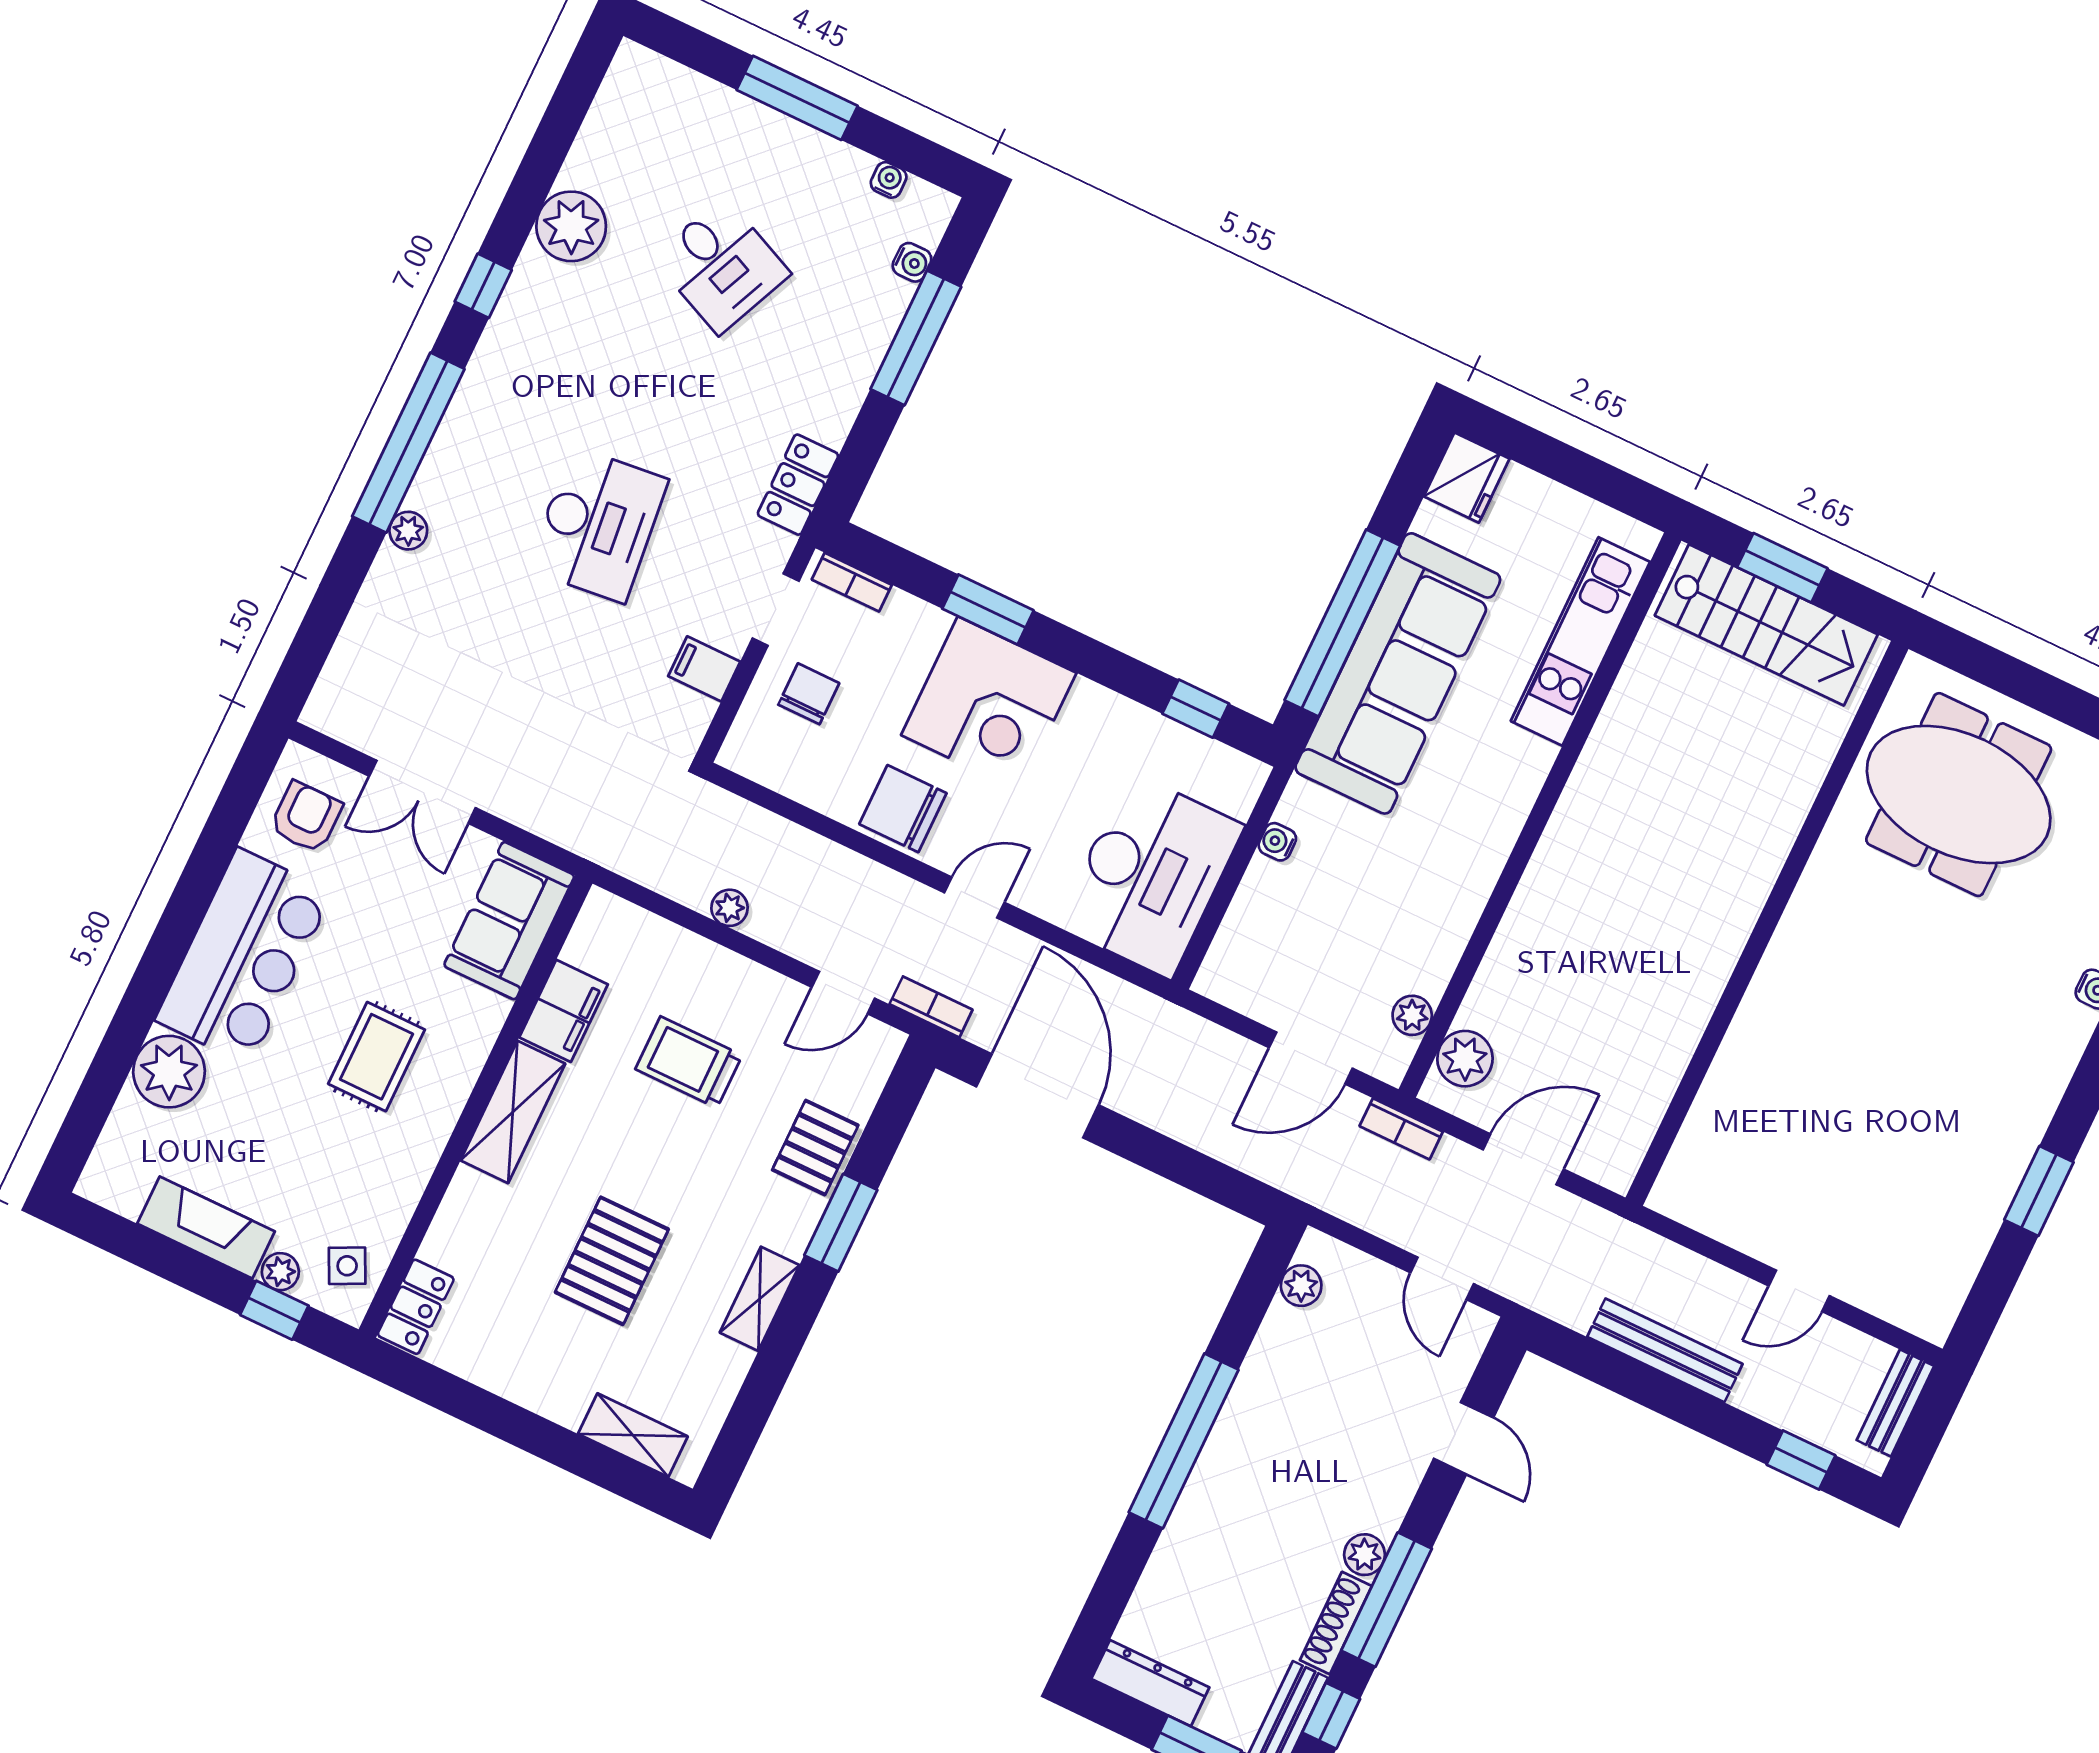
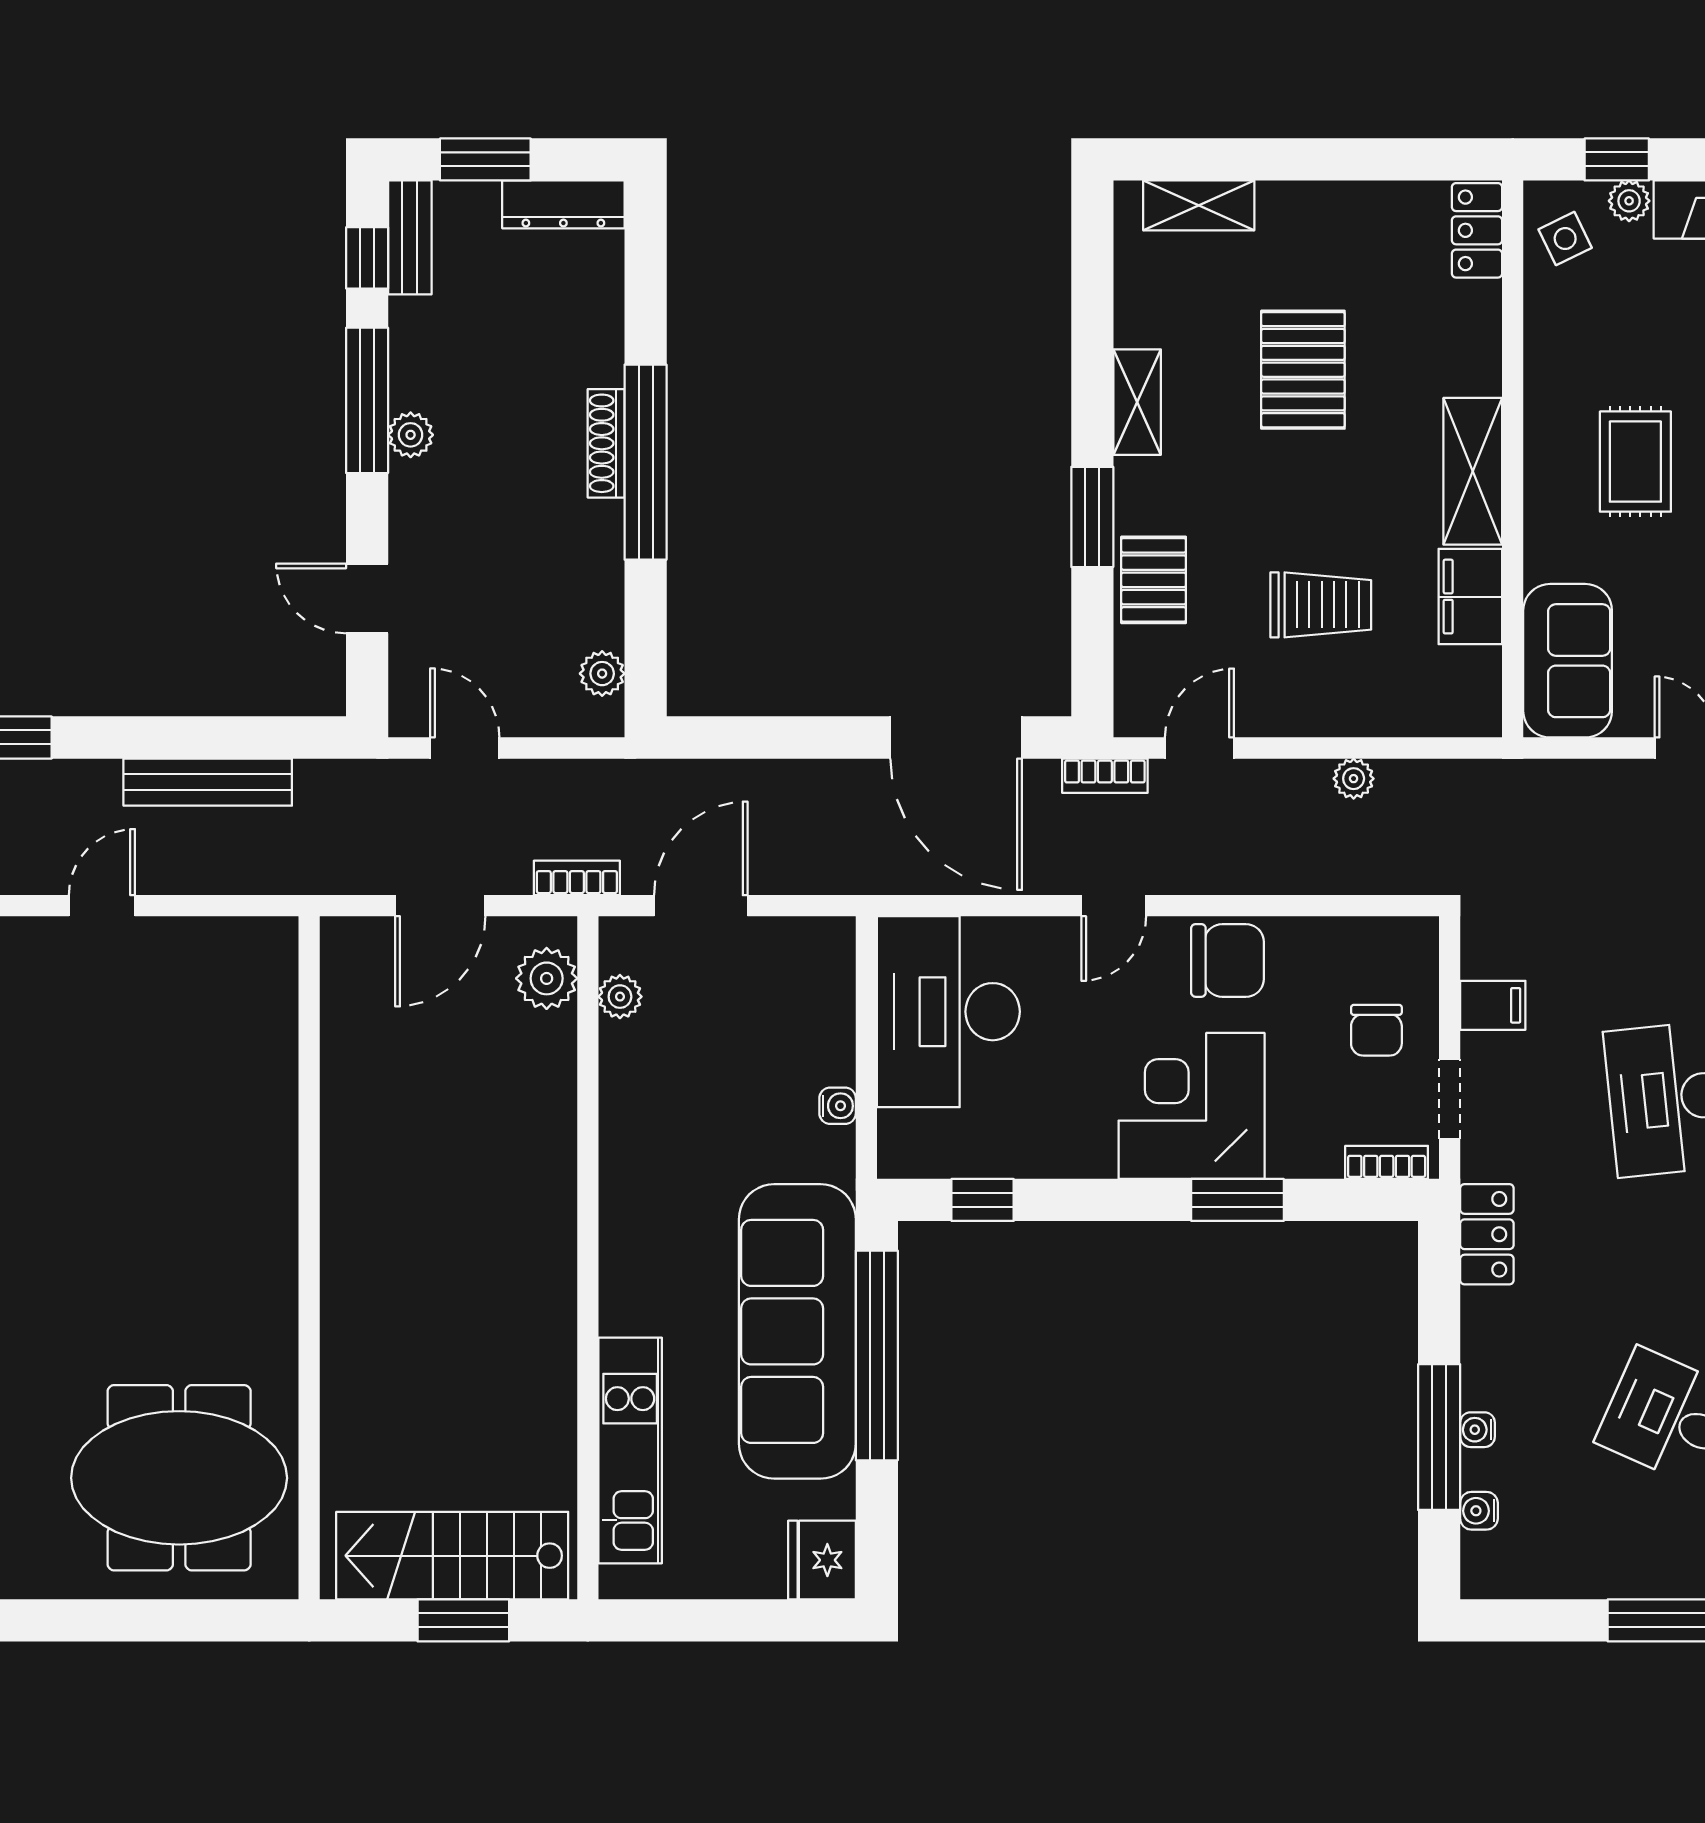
water cooler: (889, 180) -> (1478, 1430), moved, turned 90
shoe rack: (1336, 1623) -> (606, 443), moved, turned 180

